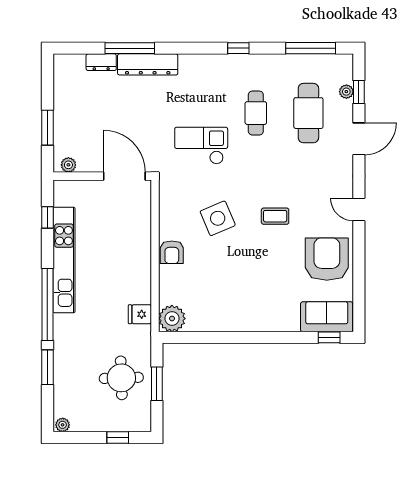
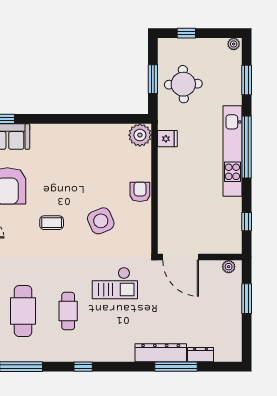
kitchen unit: (64, 260) -> (232, 151), moved
window: (47, 367) -> (247, 80), moved

